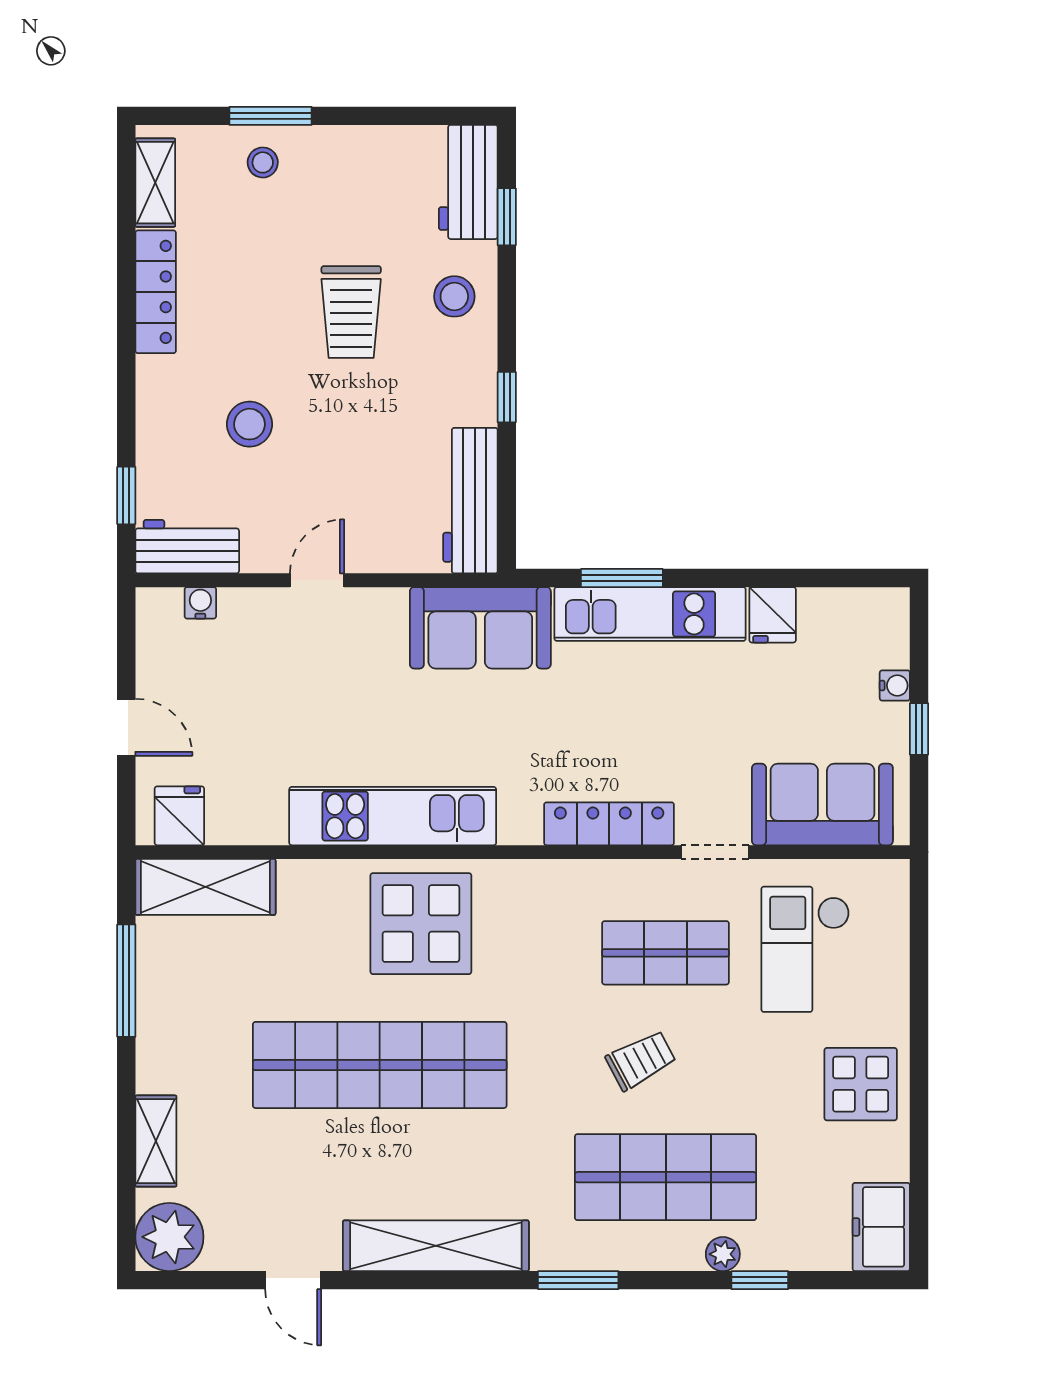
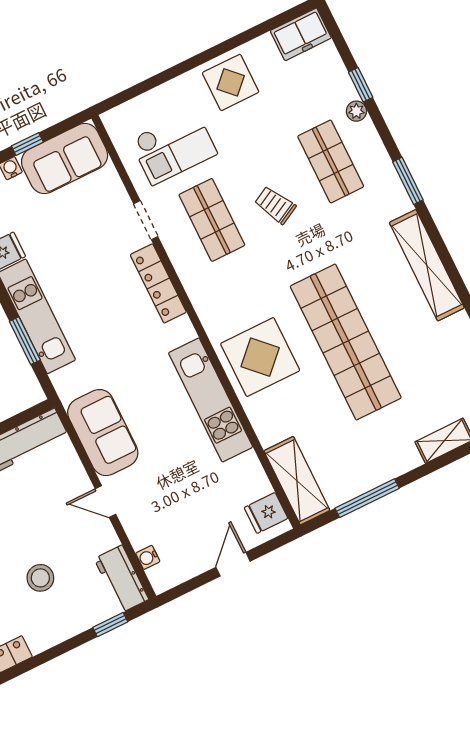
sofa: (480, 628) -> (103, 433), moved
sofa: (822, 804) -> (65, 158), moved, turned -90
shop shelf: (666, 1177) -> (331, 161), width x0.70, depth x0.74

